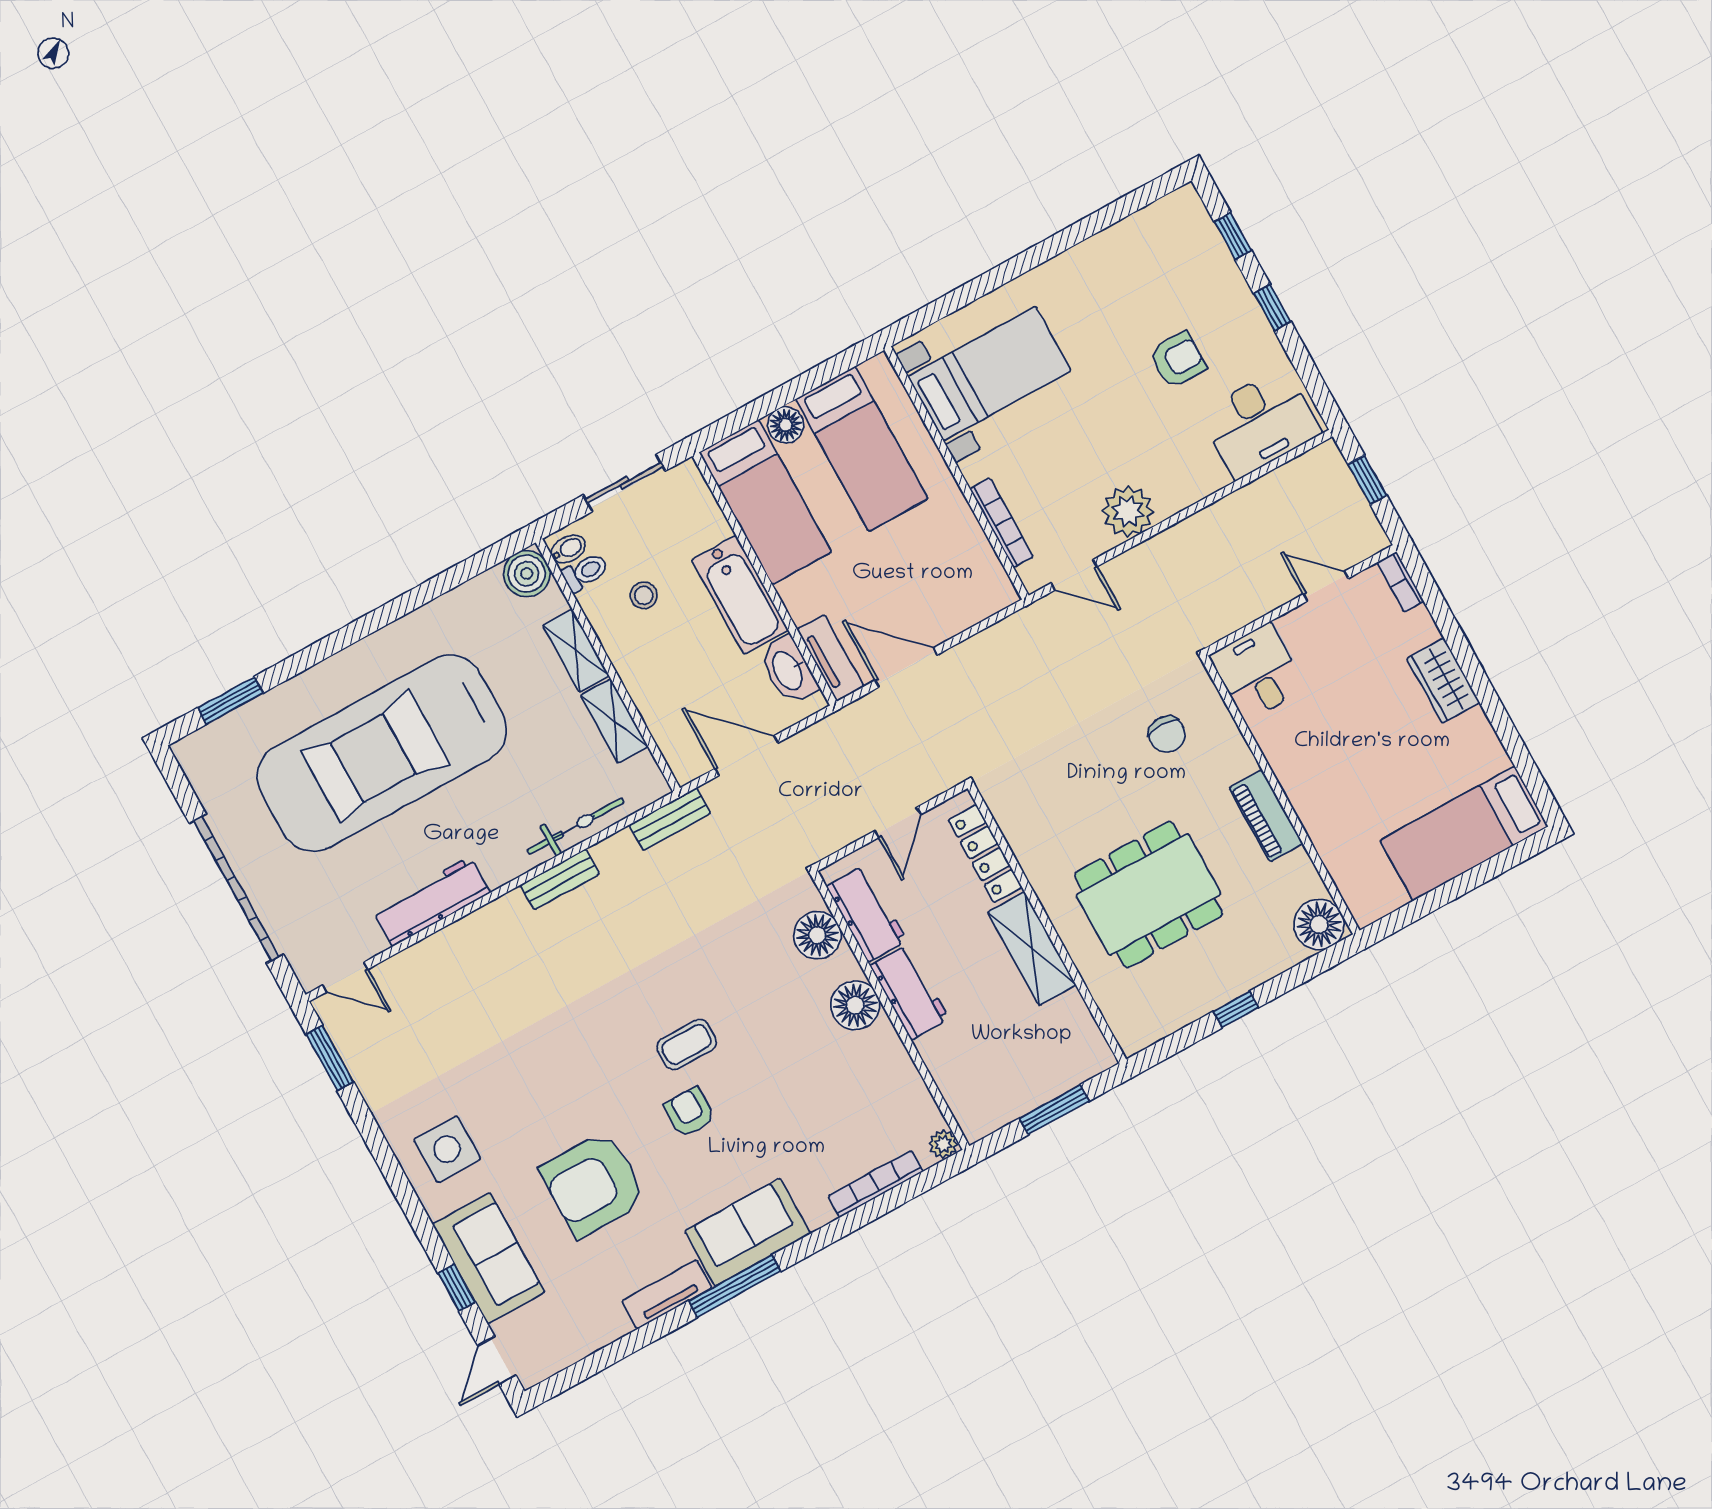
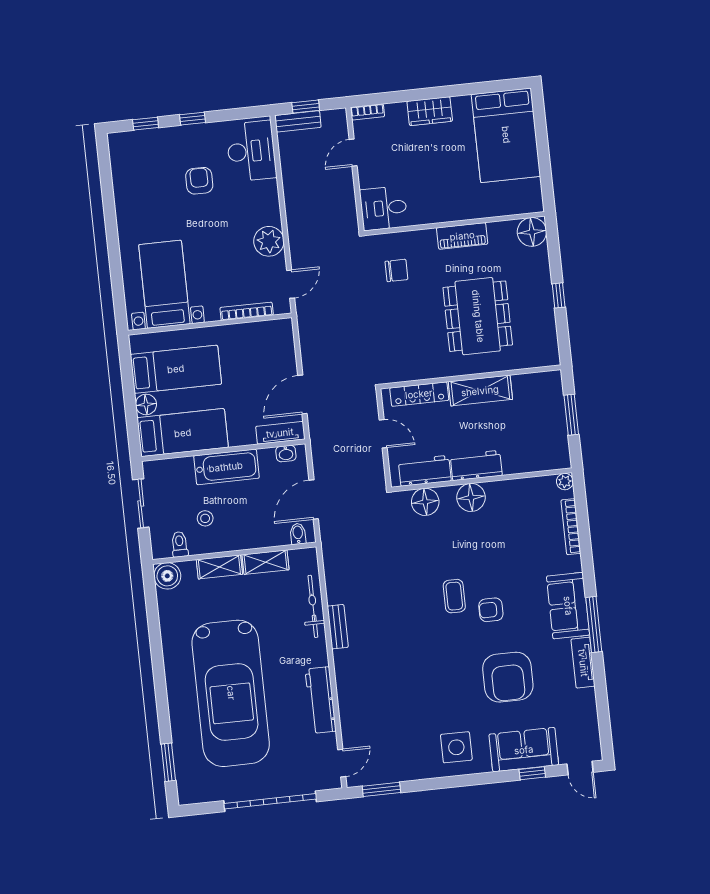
bidet: (568, 549) -> (298, 534), moved
washbasin: (788, 670) -> (286, 453), width x0.52, depth x0.69
bench: (670, 819) -> (298, 121), moved, turned 90
bed: (1464, 833) -> (506, 135), width x1.50

